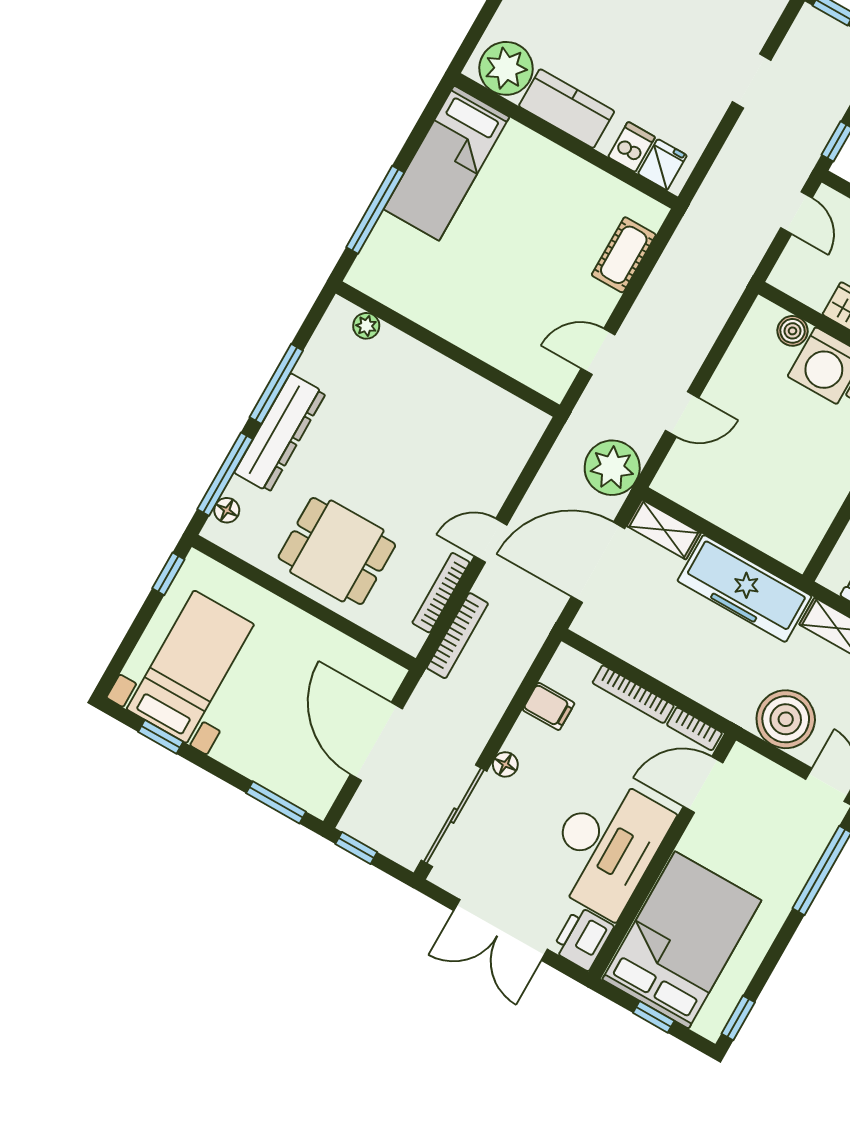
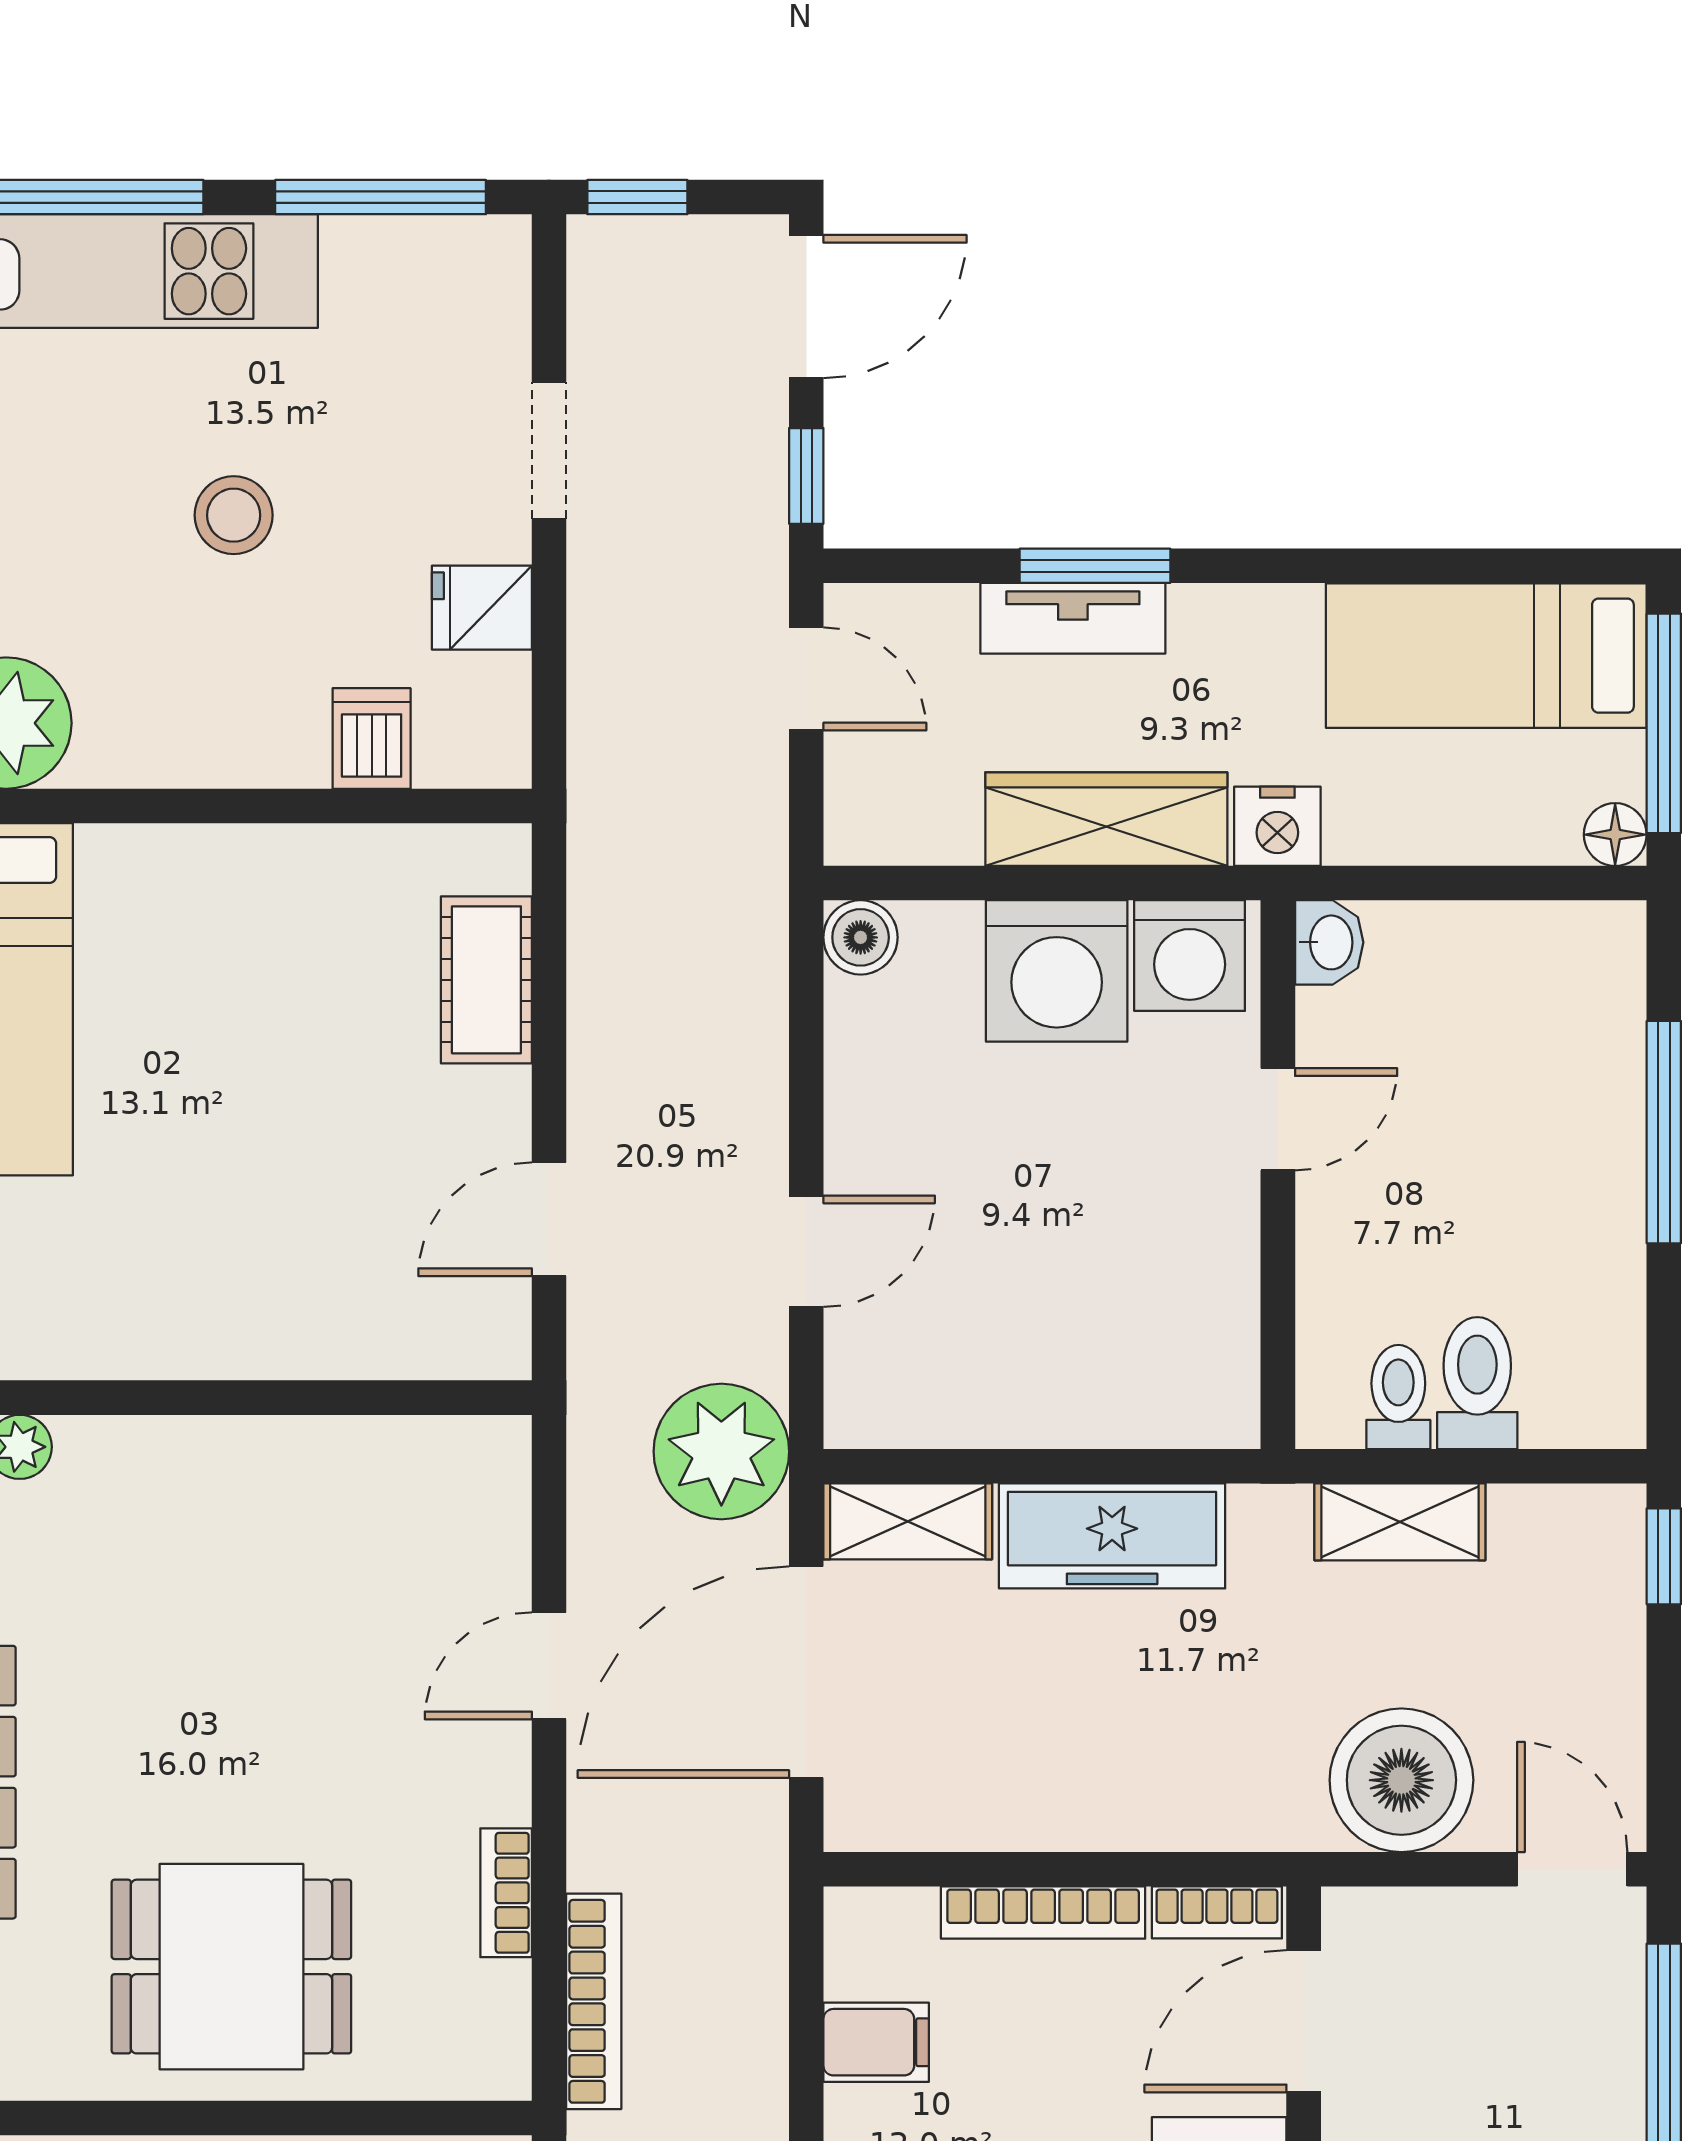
stool: (628, 41) -> (234, 515), added
kitchen counter: (567, 109) -> (185, 735), removed
fridge: (662, 165) -> (482, 608), moved, turned -90
boiler: (792, 331) -> (861, 937), moved
door: (491, 540) -> (549, 1666), moved
freezer: (745, 589) -> (1112, 1536), width x0.73, depth x0.79
bookcase: (441, 593) -> (506, 1893), width x0.64

